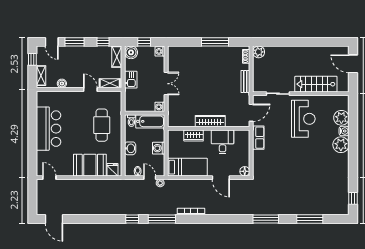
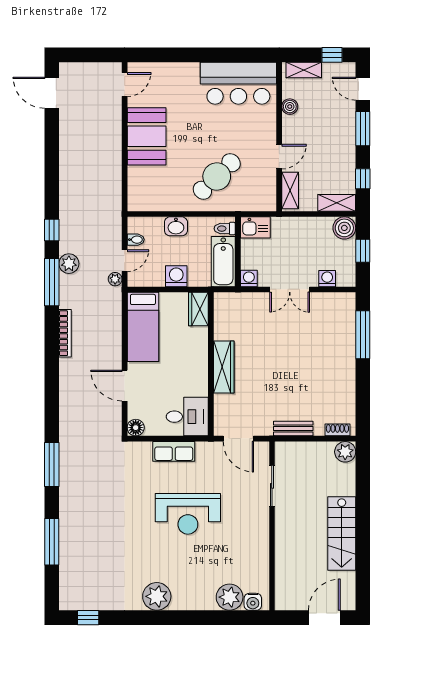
door: (52, 42) -> (363, 89), hinge flipped
window: (215, 42) -> (363, 335), moved
washing machine: (160, 51) -> (327, 279), moved
kitchen sink: (131, 80) -> (255, 227), moved
stairs: (316, 84) -> (342, 534), moved, turned 180
reception desk: (303, 119) -> (188, 514), moved
cafe table: (102, 125) -> (217, 176), turned -44
bar counter: (49, 129) -> (238, 83), moved
water cooler: (344, 131) -> (253, 602), moved
wardrobe: (194, 136) -> (198, 309), moved
row of seats: (258, 138) -> (174, 451), moved
desk: (223, 142) -> (187, 417), moved
plant: (341, 145) -> (157, 596), moved
booth: (90, 165) -> (147, 136), moved
fridge: (112, 170) -> (138, 195), removed
door: (221, 178) -> (125, 386), hinge flipped
plant: (151, 209) -> (69, 264), added
door: (54, 219) -> (52, 93), hinge flipped

